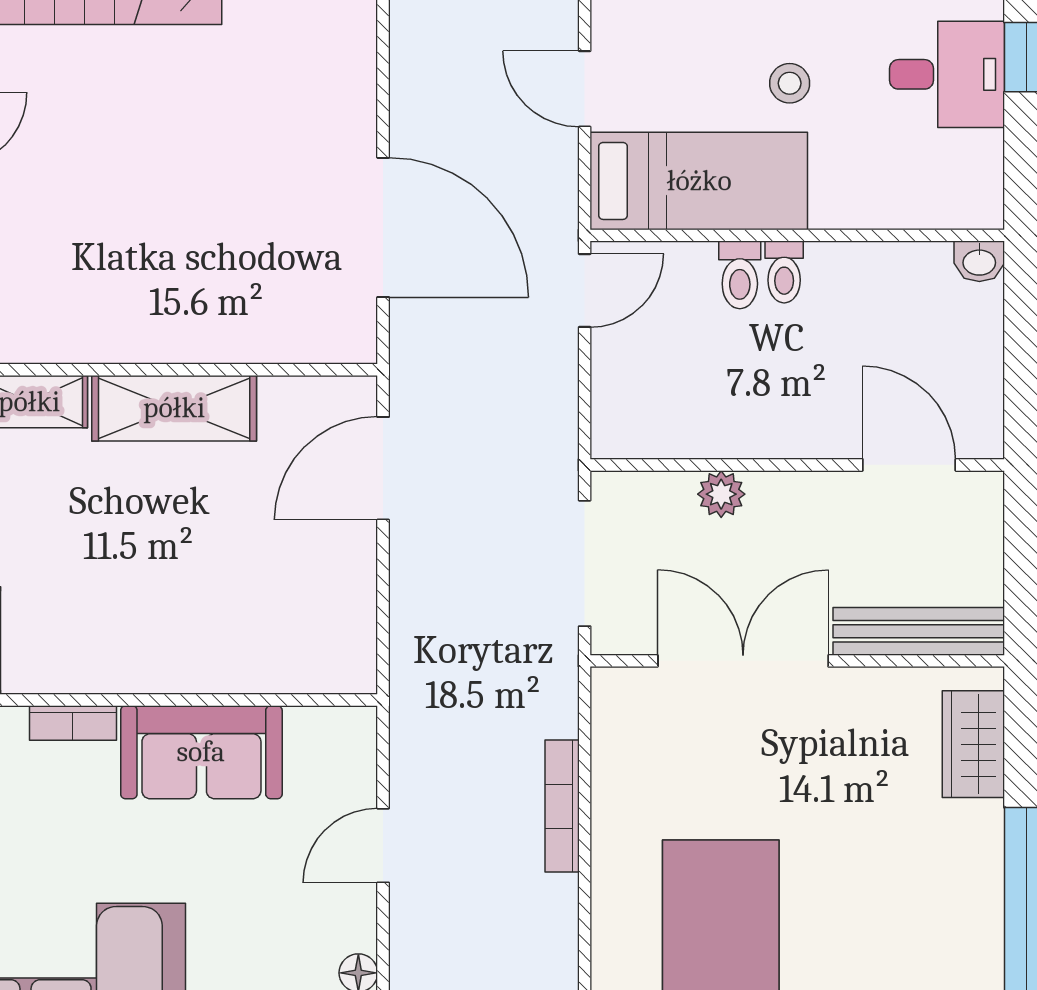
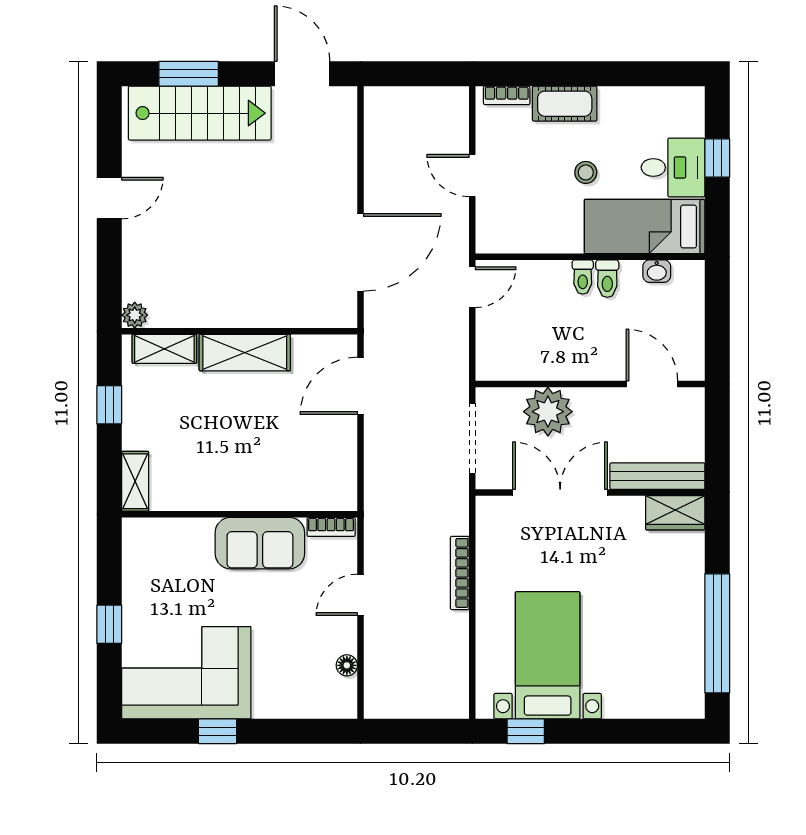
bed: (699, 181) -> (645, 227), moved, turned 180
door: (383, 227) -> (361, 252), hinge flipped
washbasin: (979, 261) -> (657, 271), moved
toilet: (740, 275) -> (607, 279), moved
plant: (721, 494) -> (548, 412), width x1.88, depth x1.88
bookcase: (73, 723) -> (331, 527), moved
wardrobe: (973, 744) -> (675, 513), moved, turned -90

